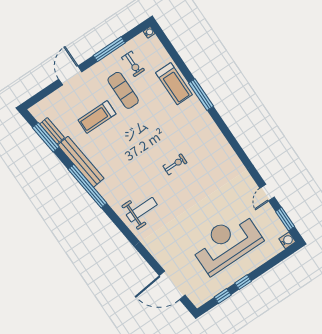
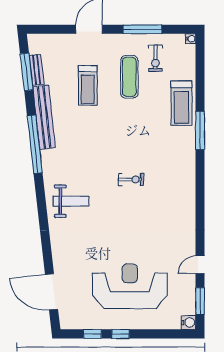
treadmill: (97, 117) -> (88, 85), turned -90

